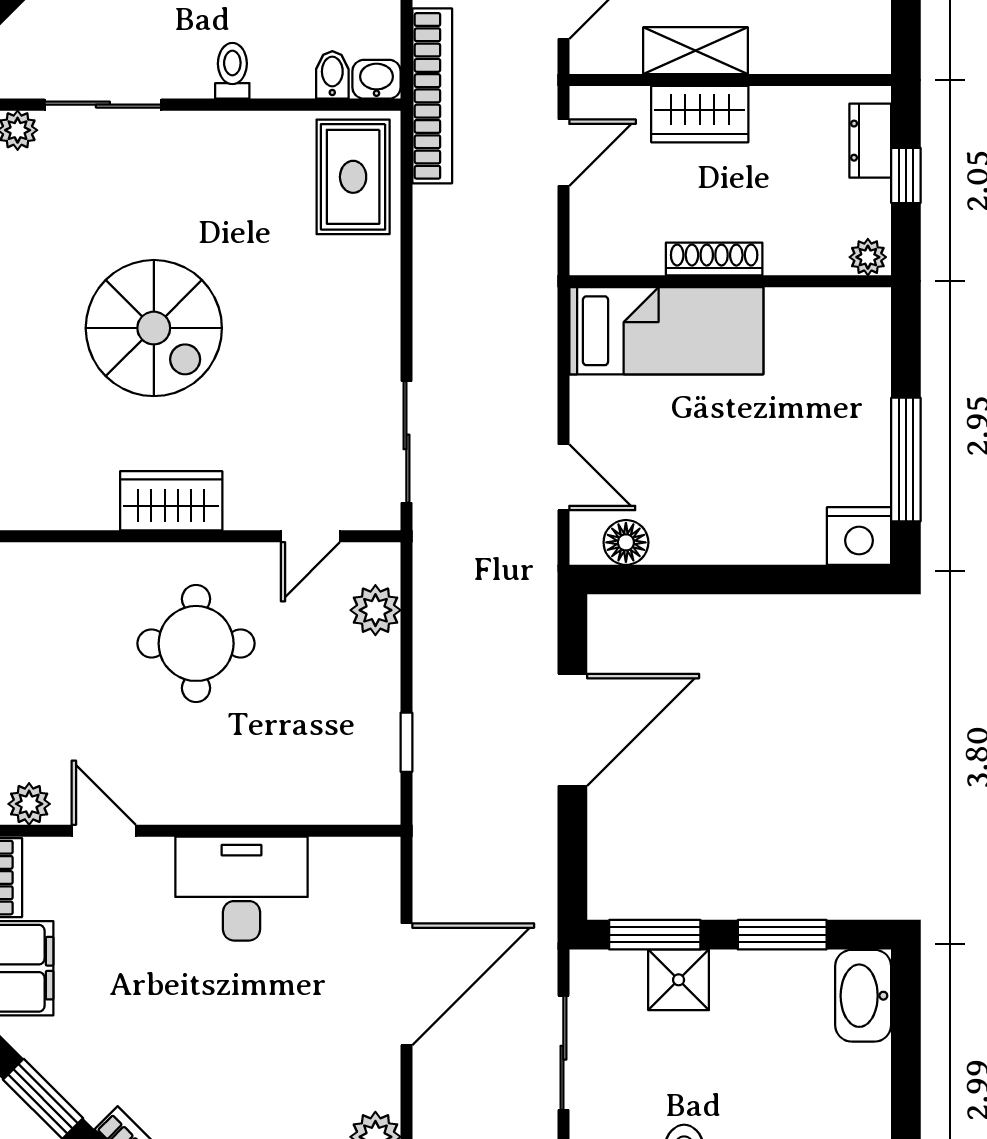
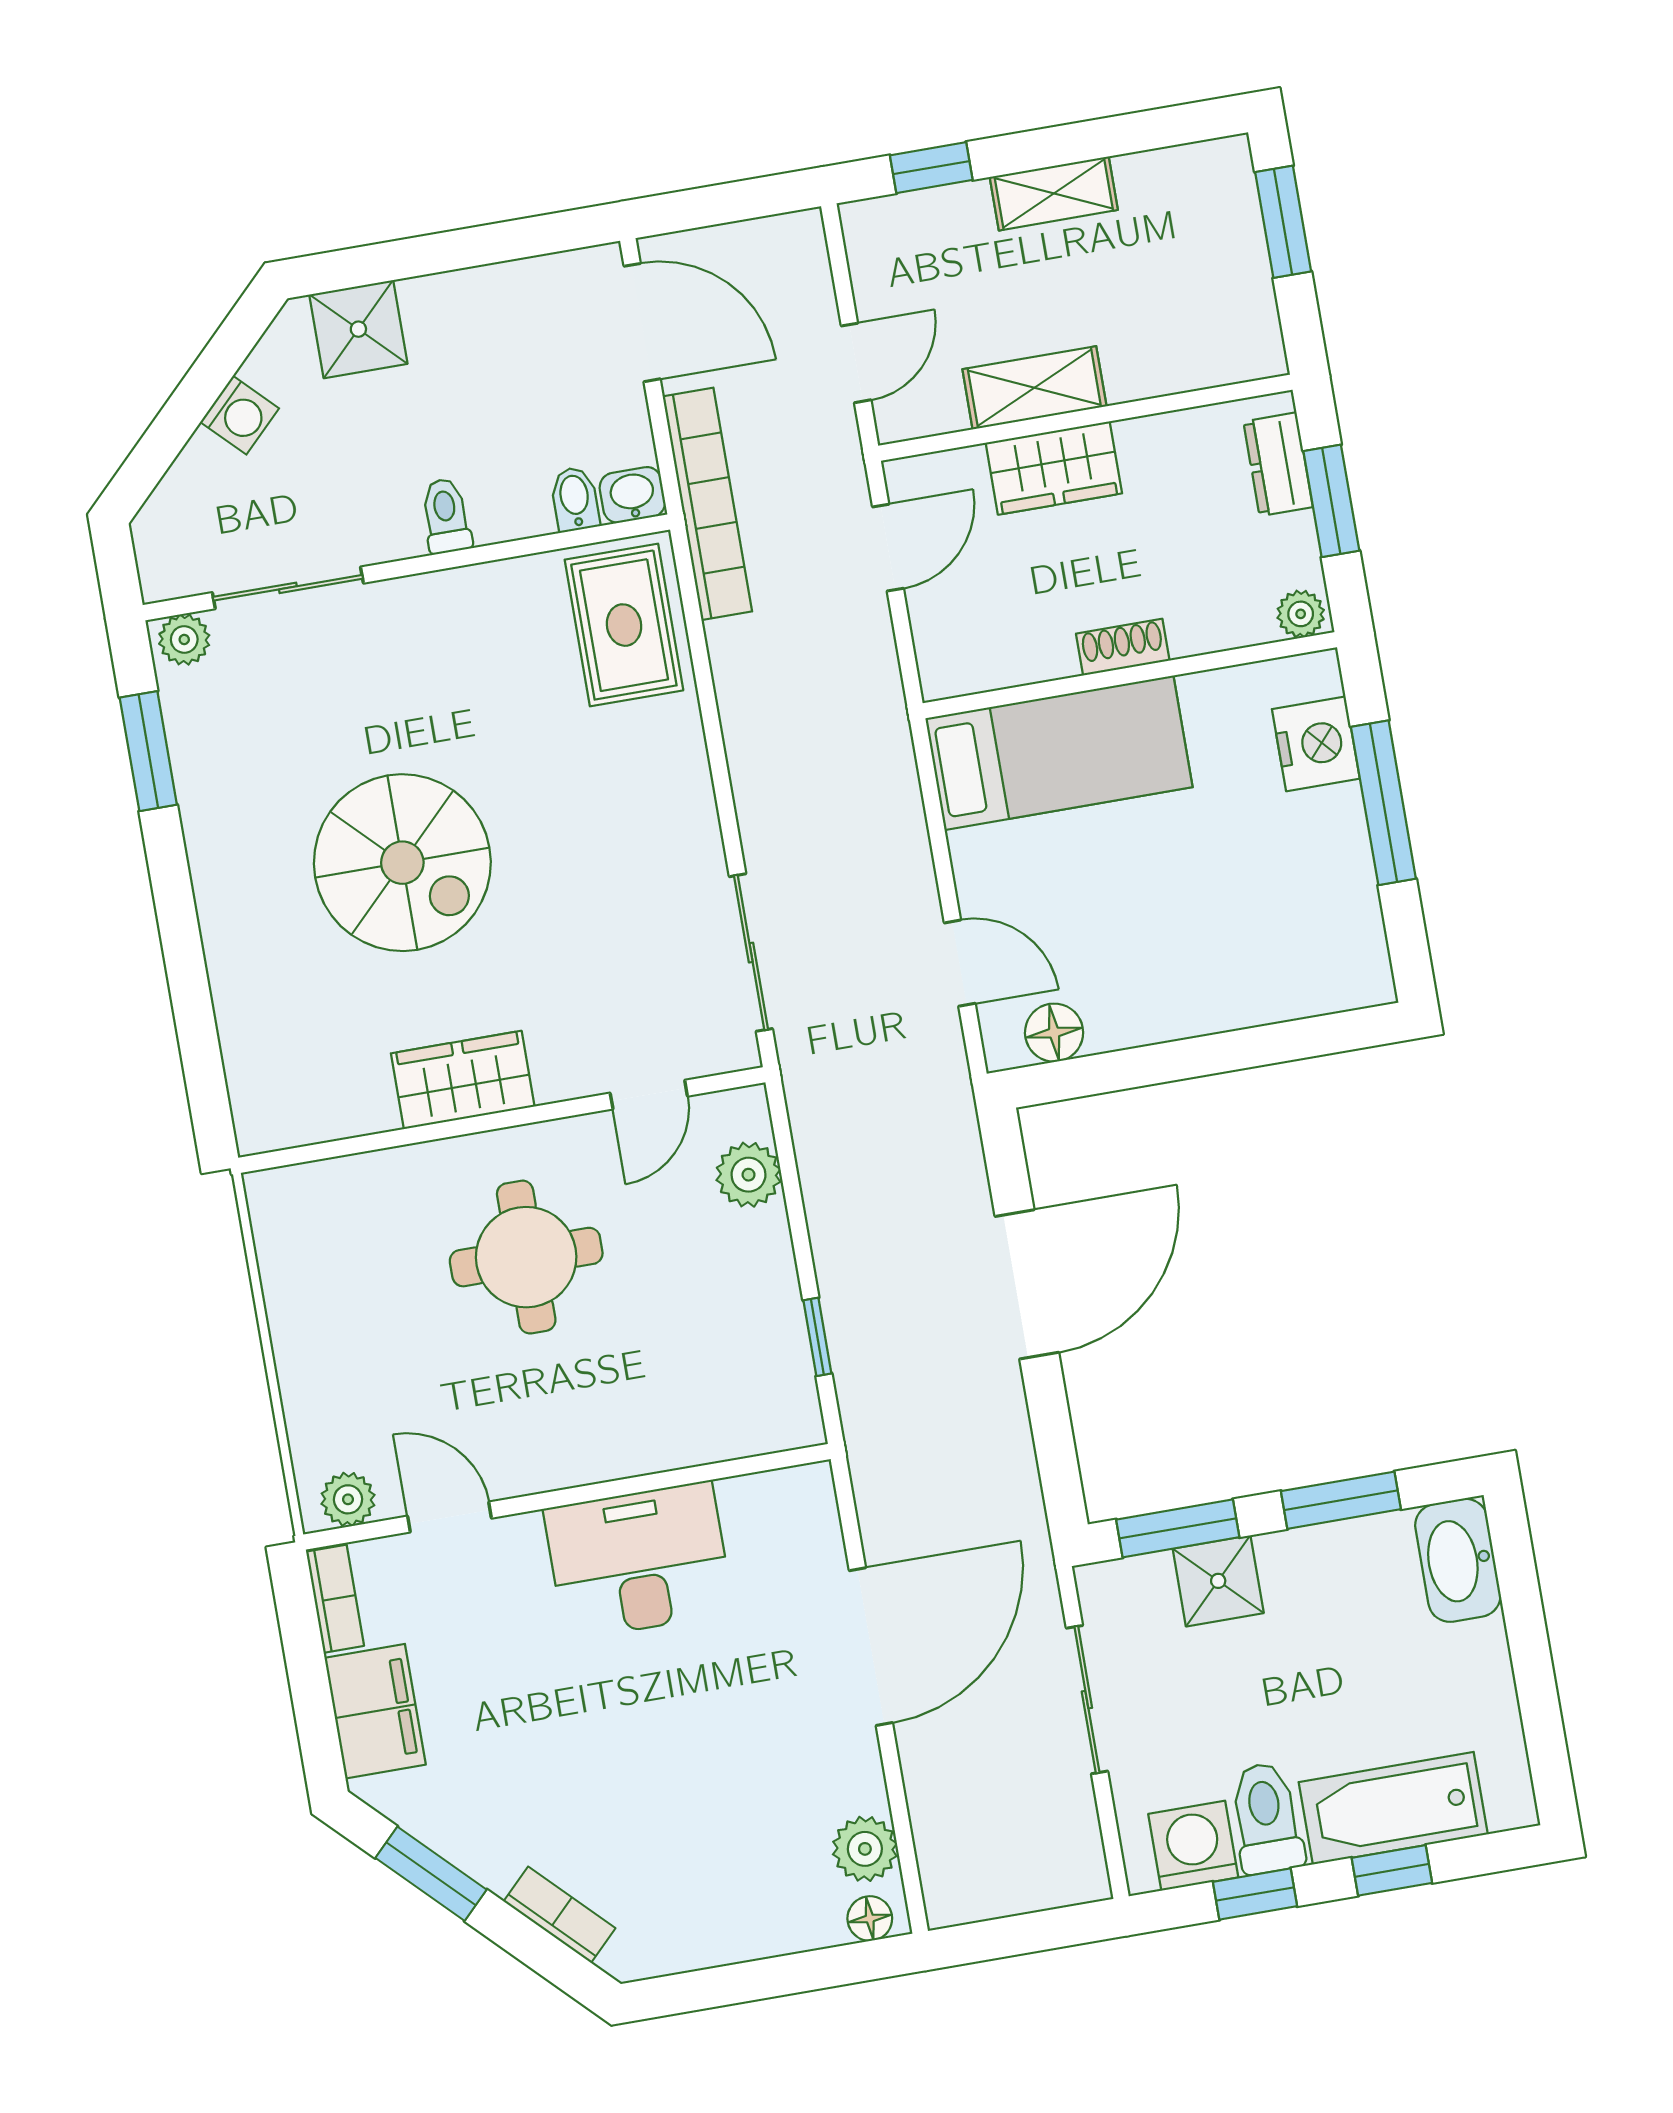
window: (906, 175) -> (1331, 501), width x1.50
shoe rack: (714, 259) -> (1123, 647), width x0.70
window: (906, 460) -> (1383, 803), moved
nightstand: (859, 536) -> (1316, 744), moved, turned -90

